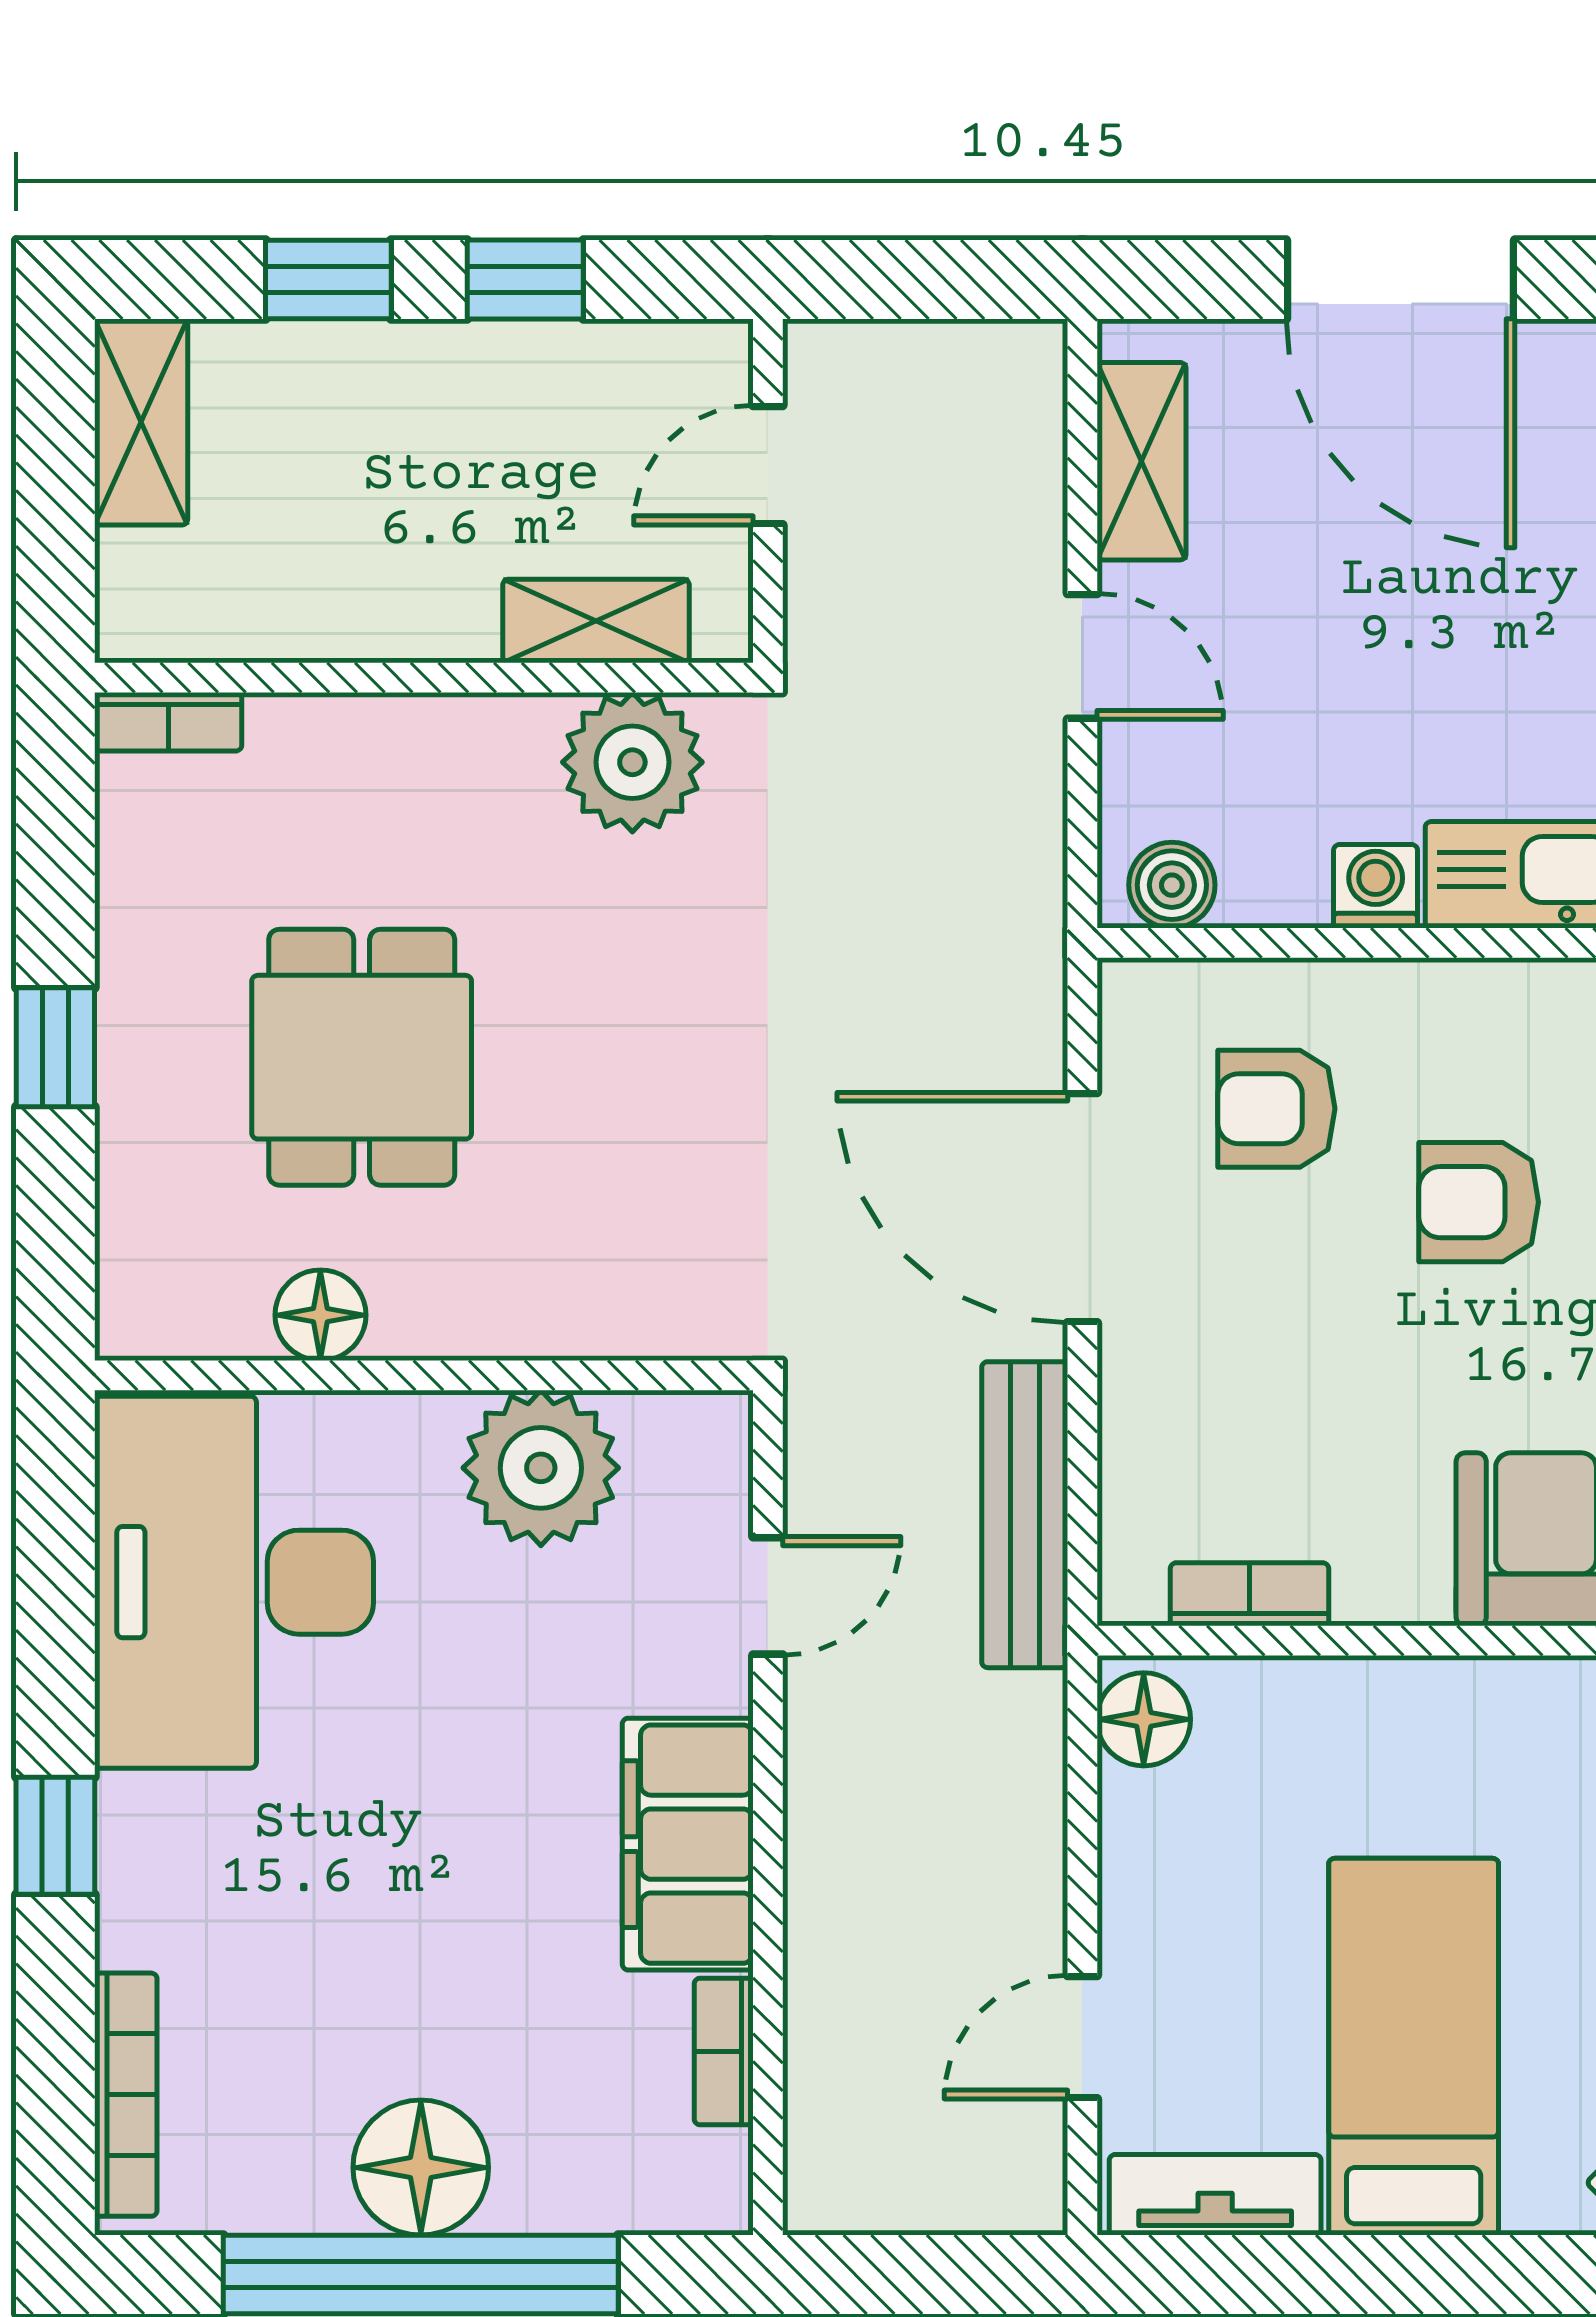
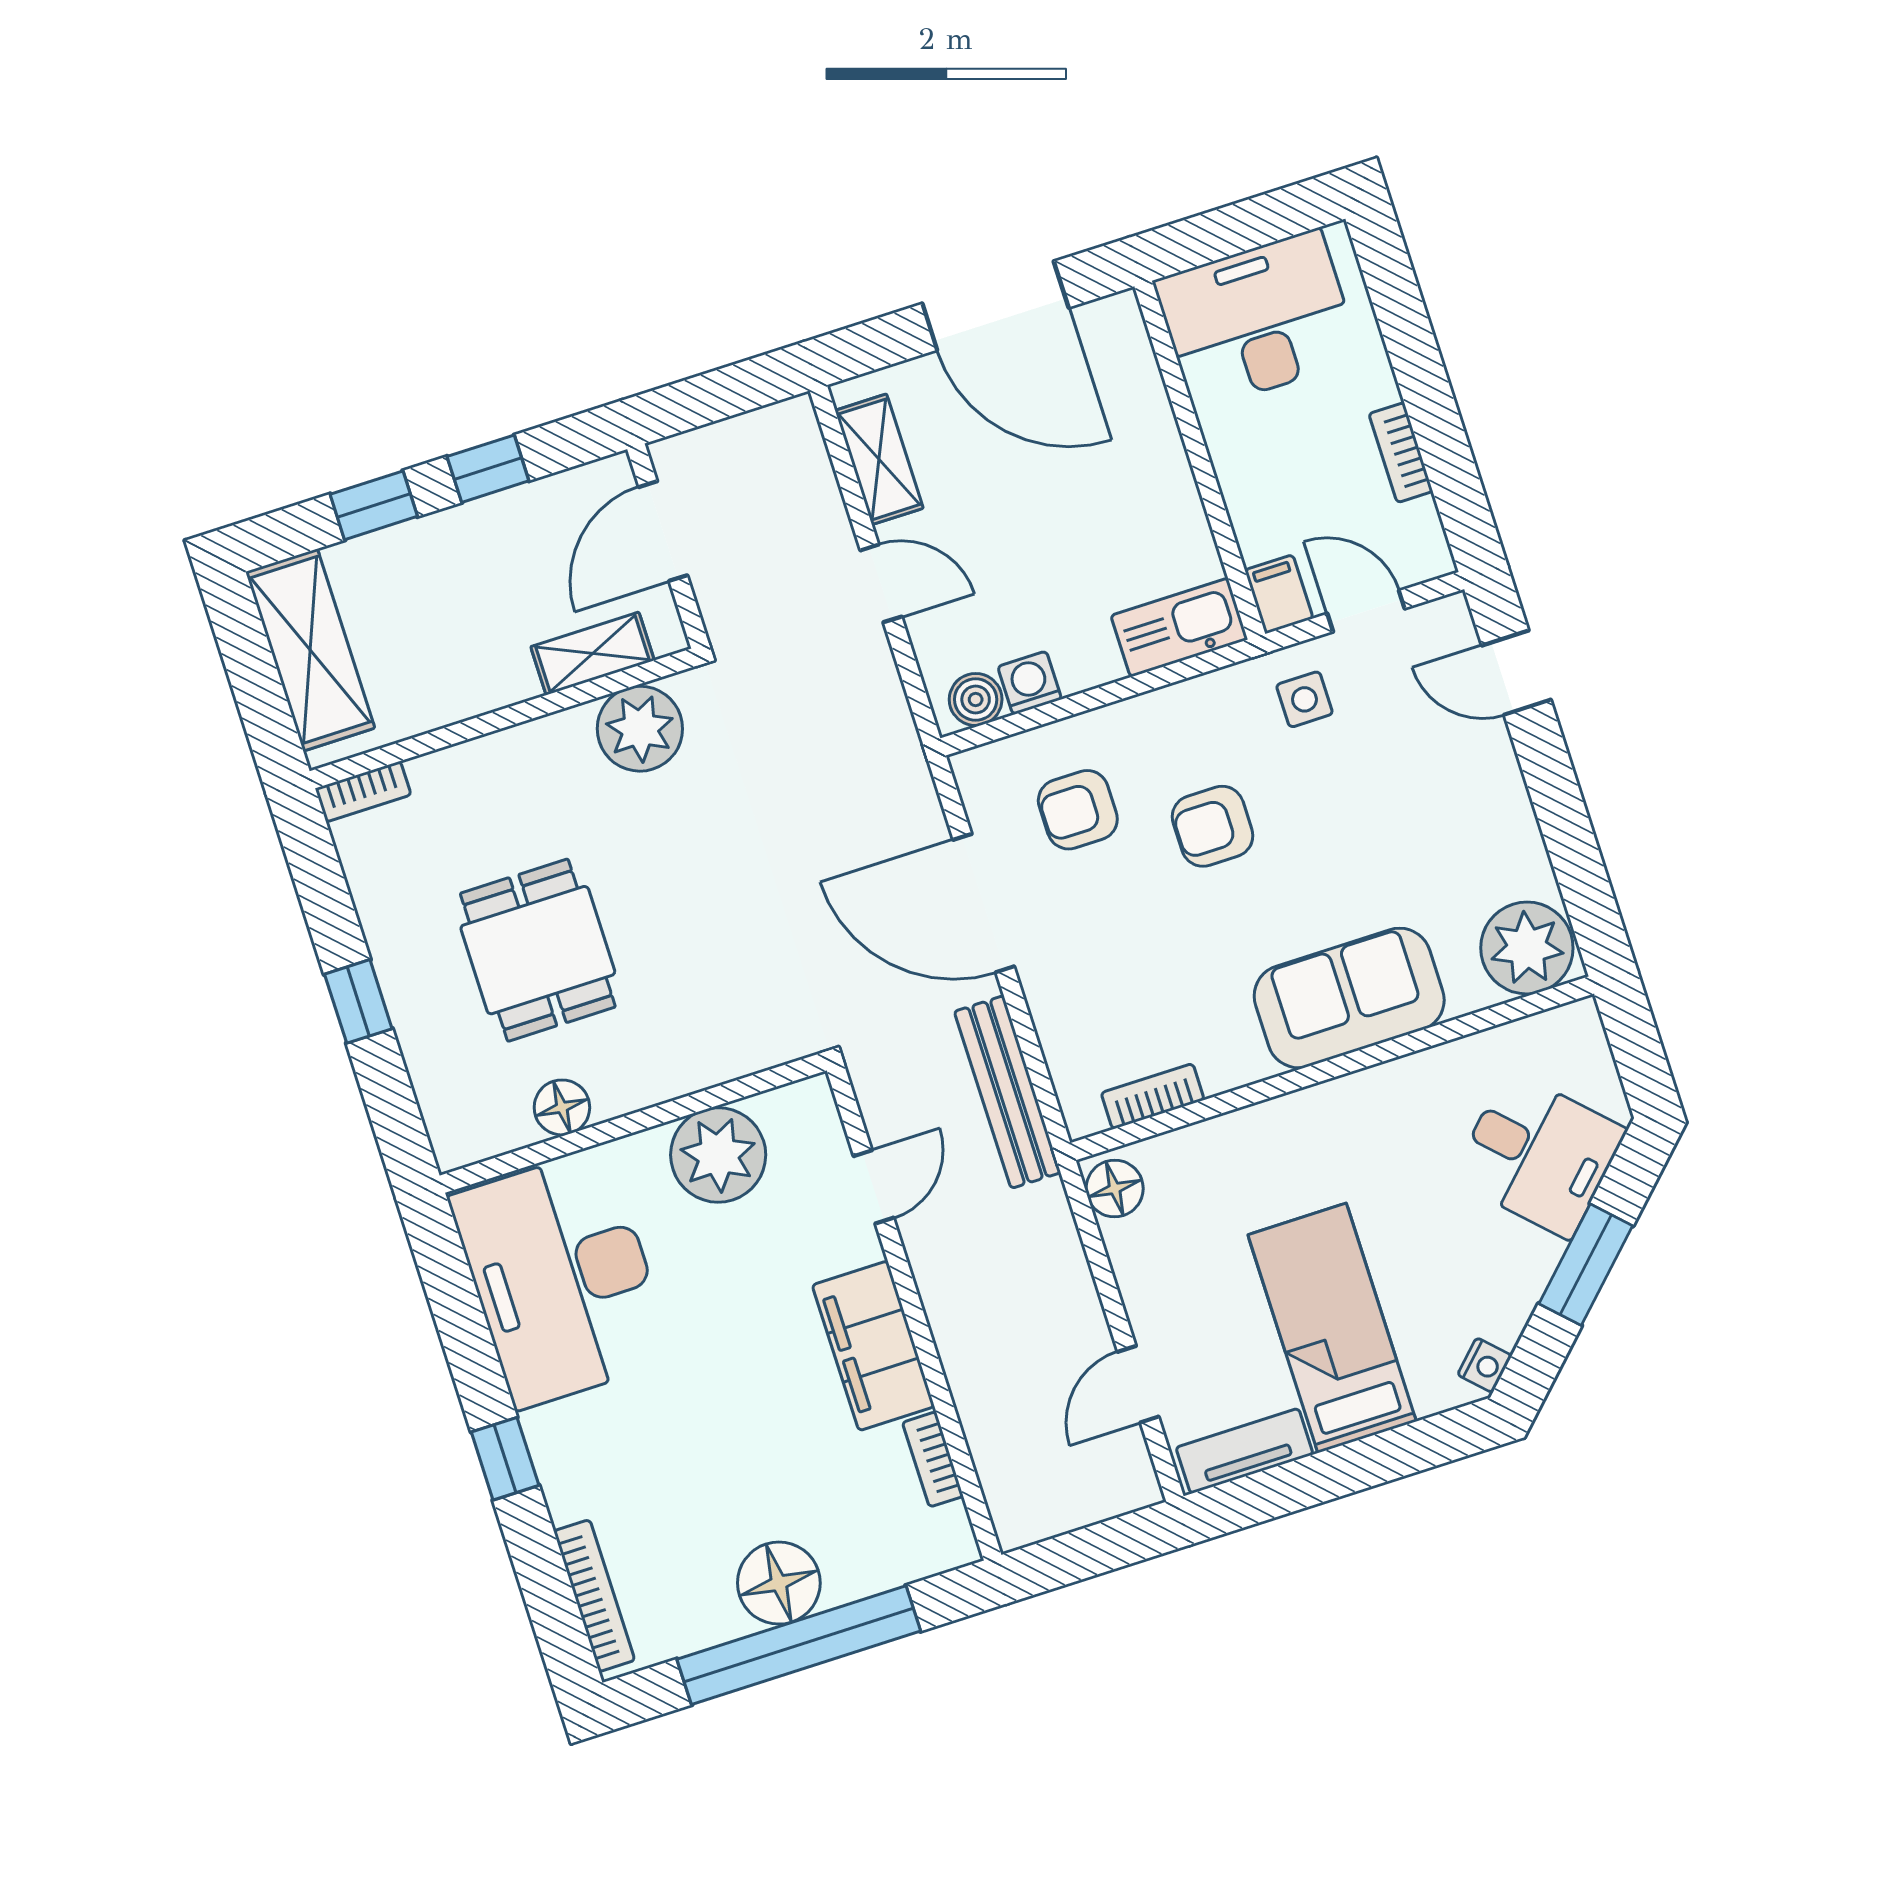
shelving: (141, 422) -> (310, 650), width x1.50, depth x1.33
door: (768, 465) -> (663, 531), width x1.38
washing machine: (1376, 886) -> (1030, 683), moved

